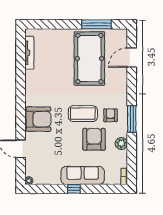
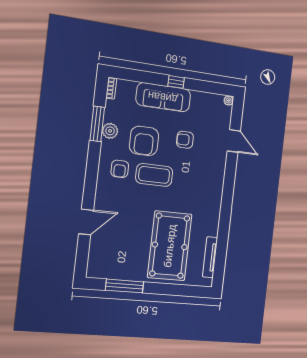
pool table: (89, 58) -> (170, 246), moved
door: (132, 58) -> (86, 222), moved
armchair: (39, 119) -> (185, 140), moved, width x0.53, depth x0.53
window: (132, 119) -> (97, 124), moved

